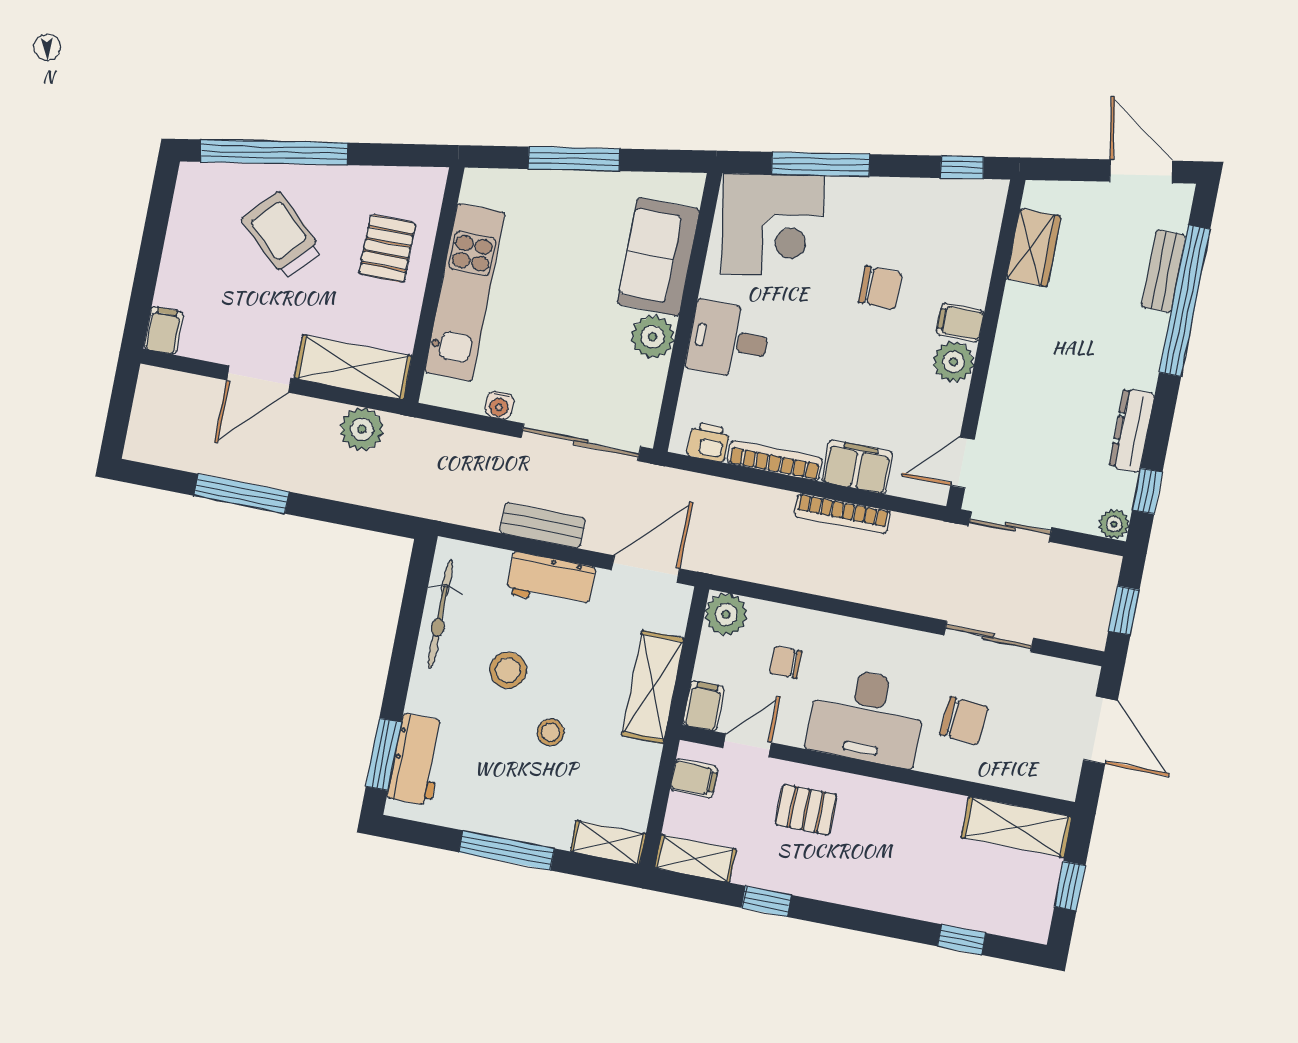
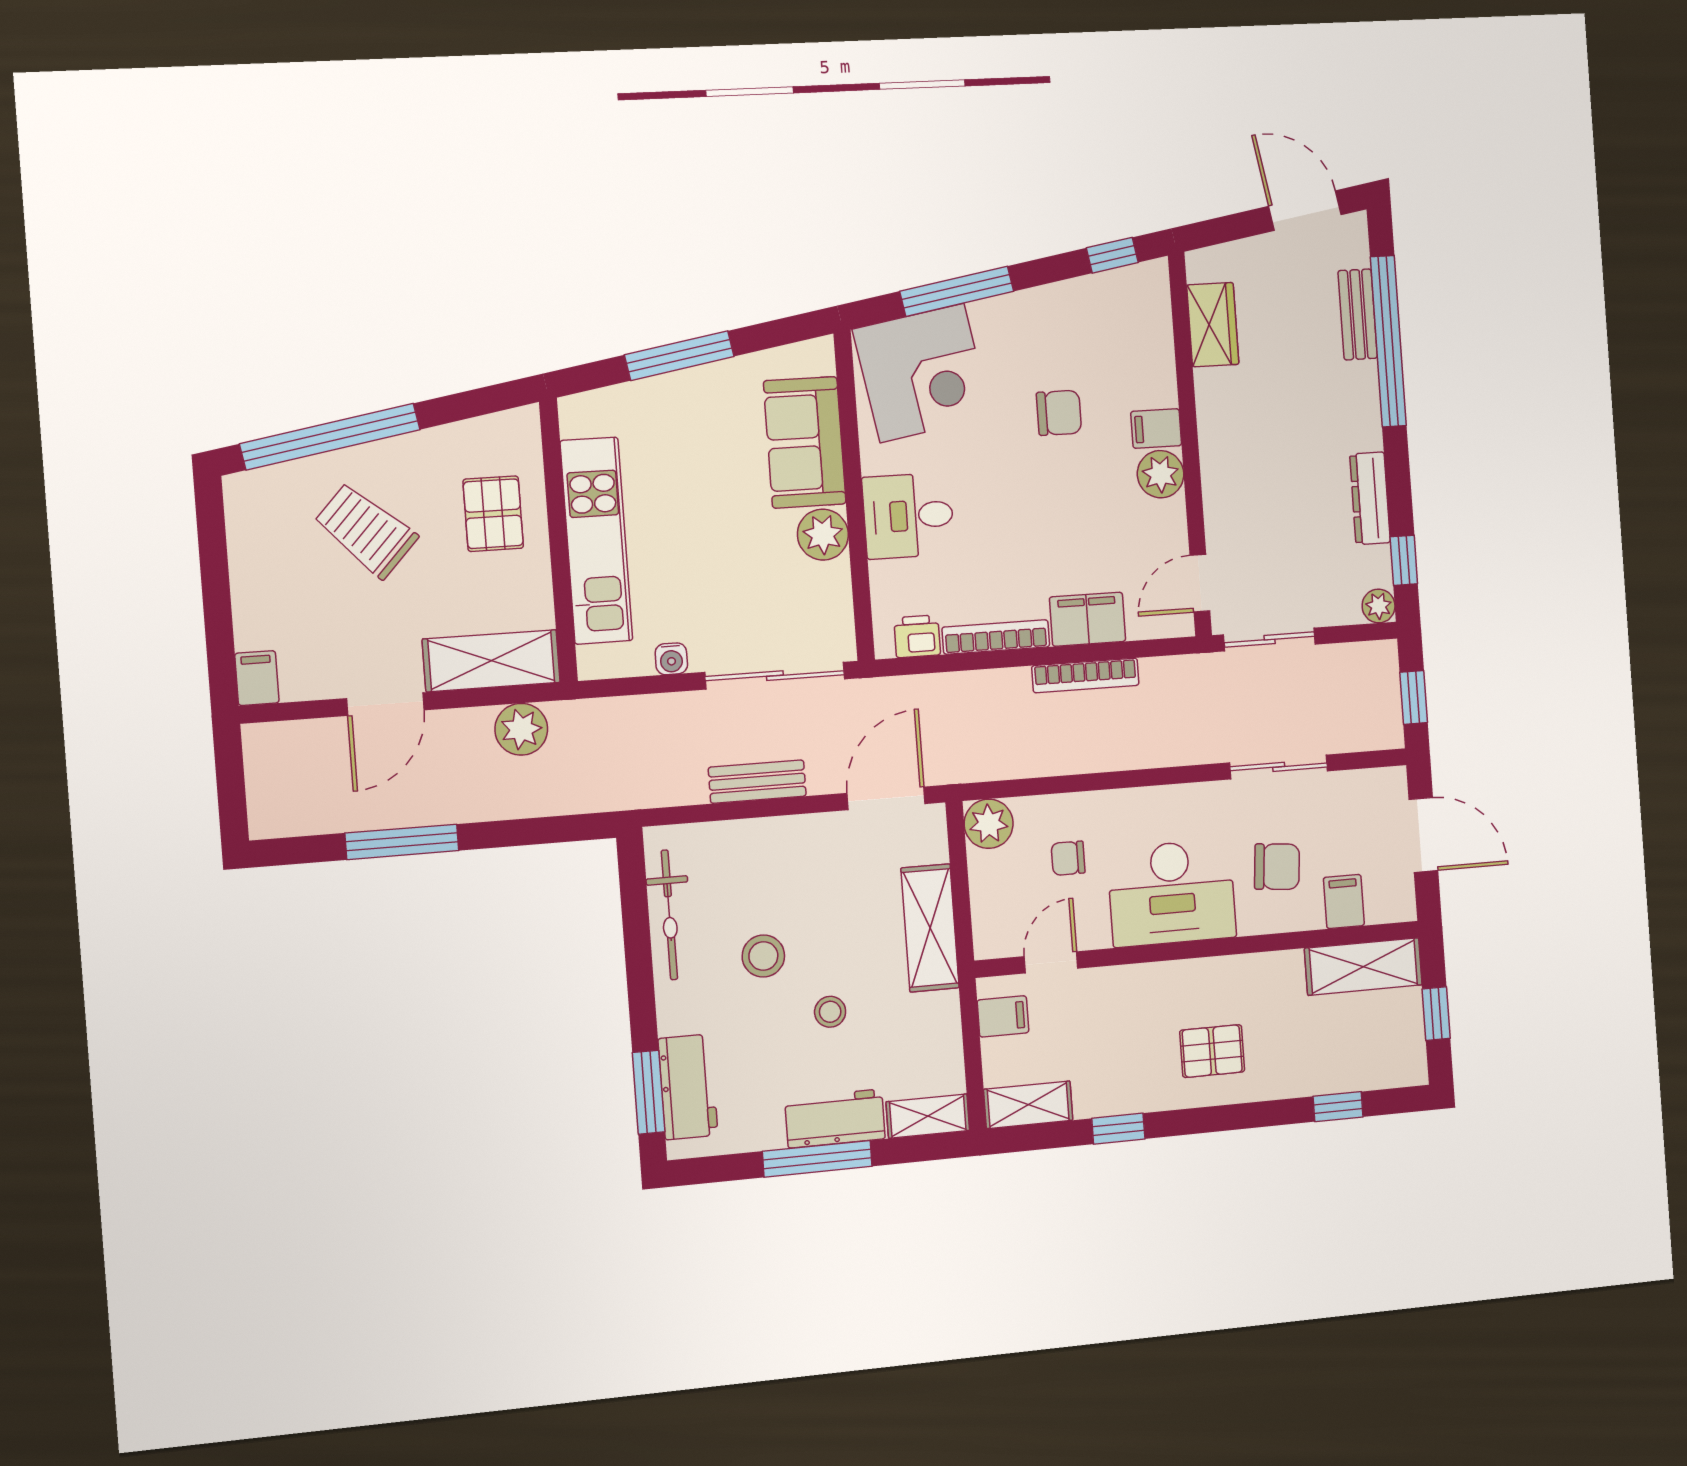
workbench: (551, 580) -> (835, 1119), moved, turned 180
filing cabinet: (704, 706) -> (1344, 901), moved
pallet: (806, 810) -> (1212, 1051), moved

